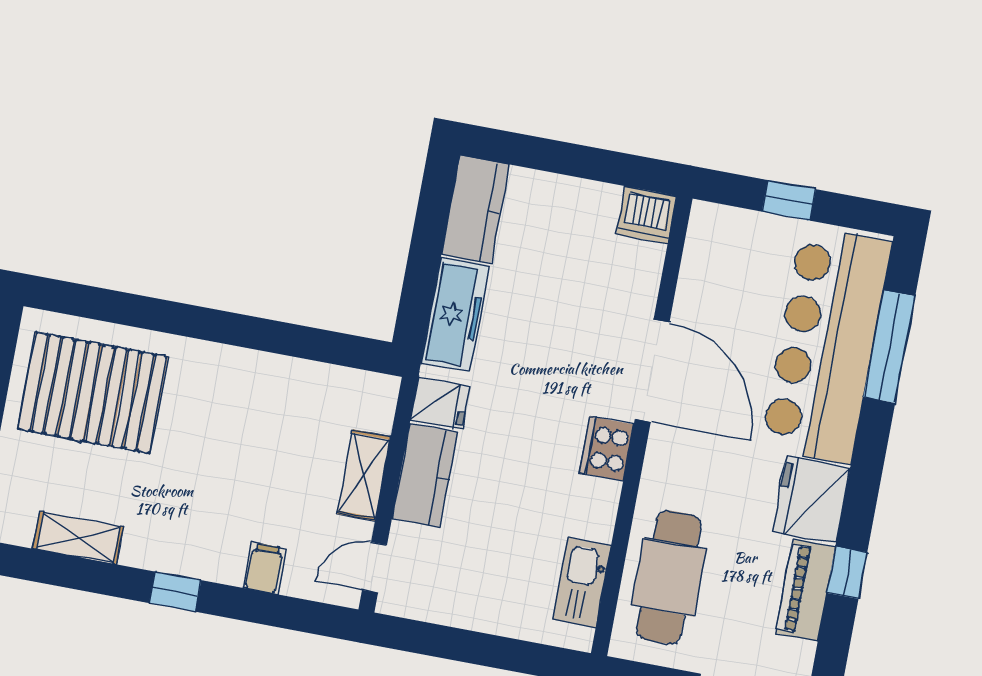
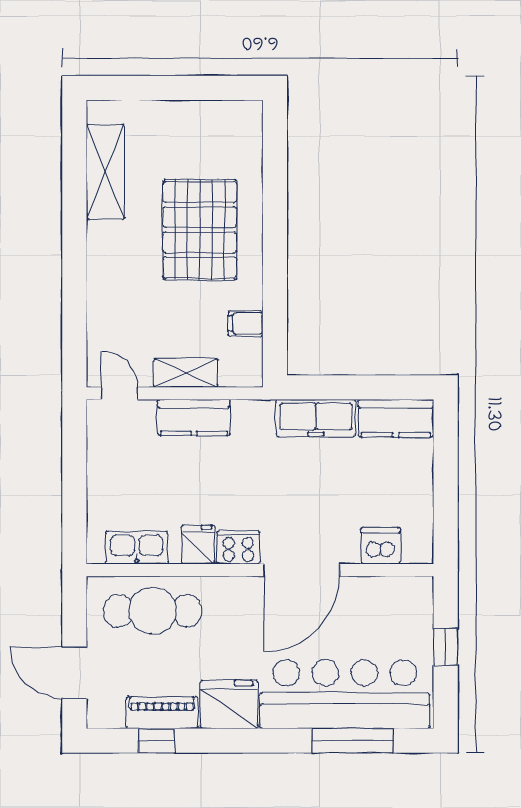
dishwasher: (646, 215) -> (381, 546), moved, turned 90
pallet: (93, 393) -> (200, 230), moved
fridge: (440, 403) -> (198, 544), moved, turned 180
shelving: (78, 538) -> (105, 172), width x1.50, depth x1.33
filing cabinet: (264, 568) -> (246, 323), moved, turned 180
window: (847, 573) -> (156, 741), moved
window: (175, 592) -> (74, 250), removed

